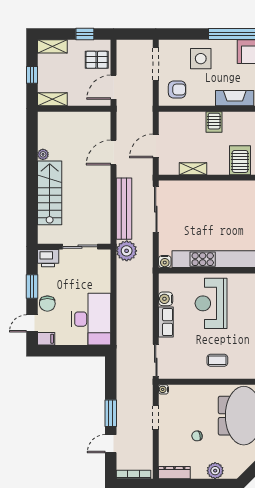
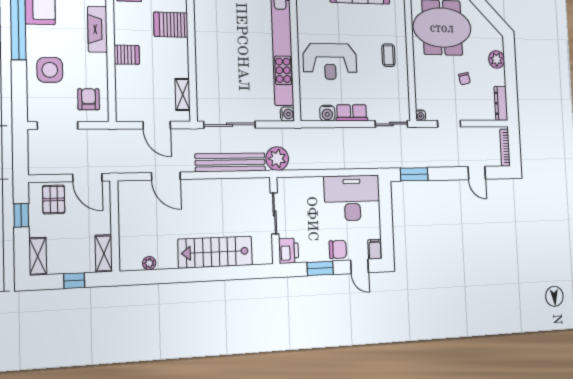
plant: (43, 154) -> (149, 263), moved
shelving: (193, 169) -> (183, 94), moved
window: (111, 413) -> (414, 174), moved

